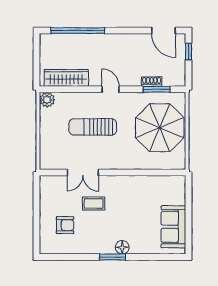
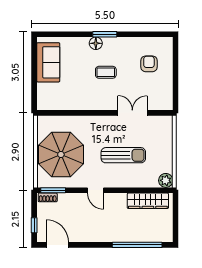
shoe rack: (152, 82) -> (48, 197), moved
door: (110, 89) -> (95, 190), moved
window: (157, 89) -> (53, 190), moved
coffee table: (94, 203) -> (106, 72), moved
armchair: (65, 225) -> (149, 64), turned 90

